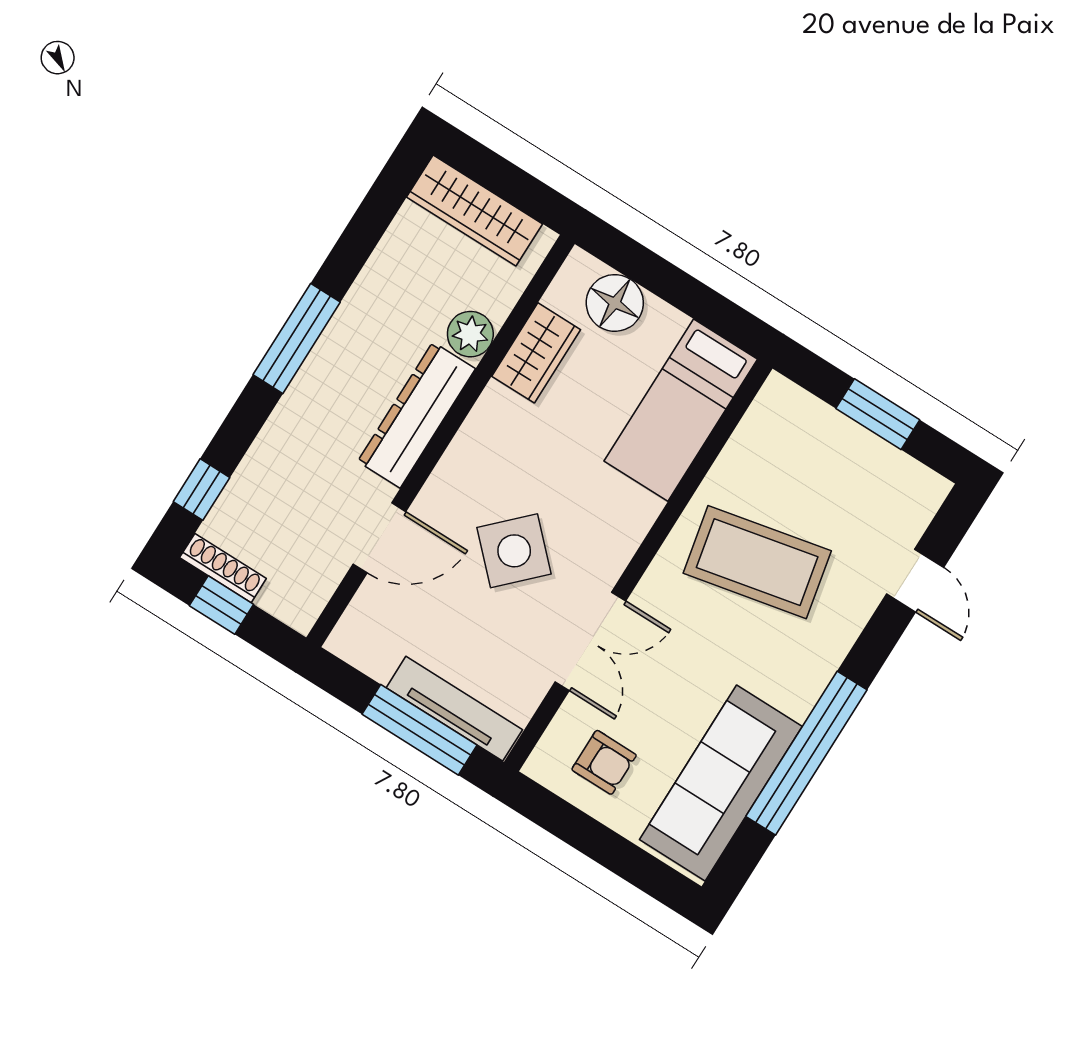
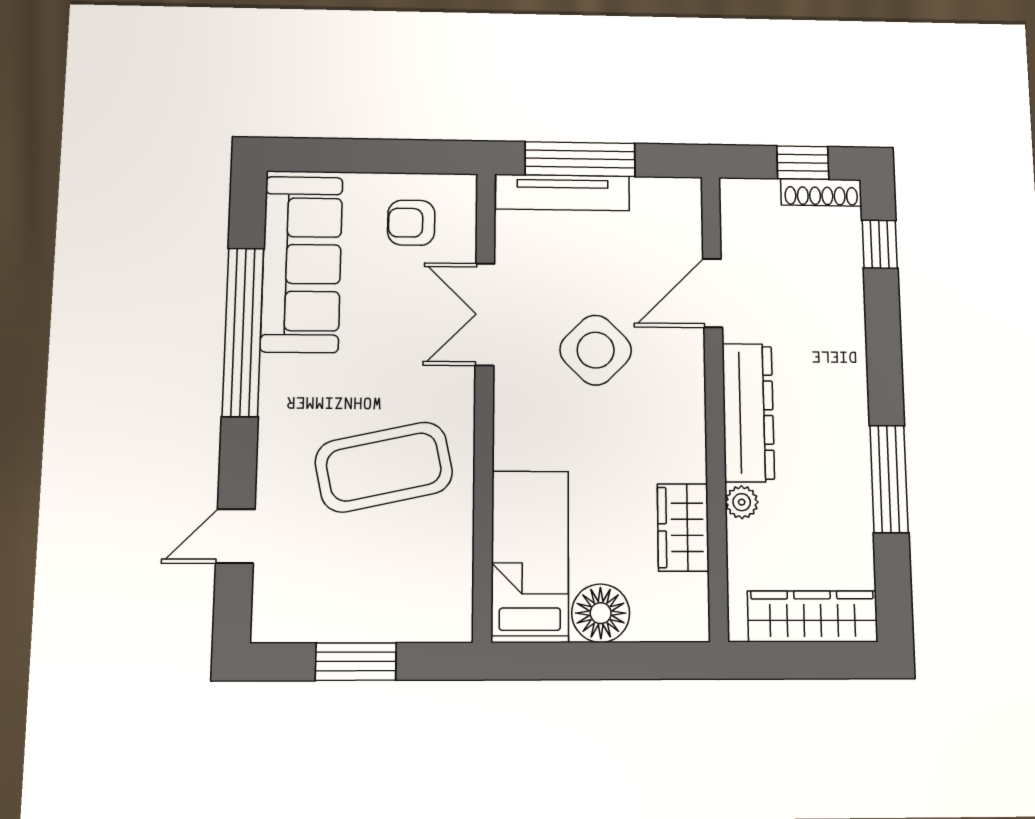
floor lamp: (615, 303) -> (601, 613), moved
plant: (470, 334) -> (742, 502), width x0.73, depth x0.73
window: (297, 338) -> (889, 479), moved
door: (915, 581) -> (235, 536), hinge flipped

